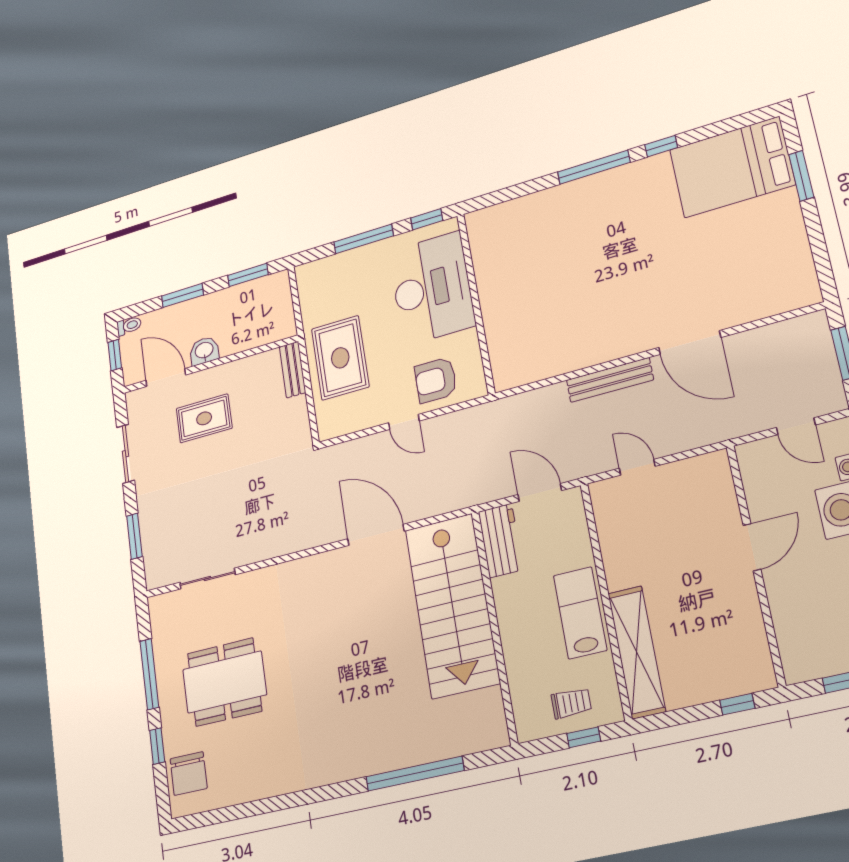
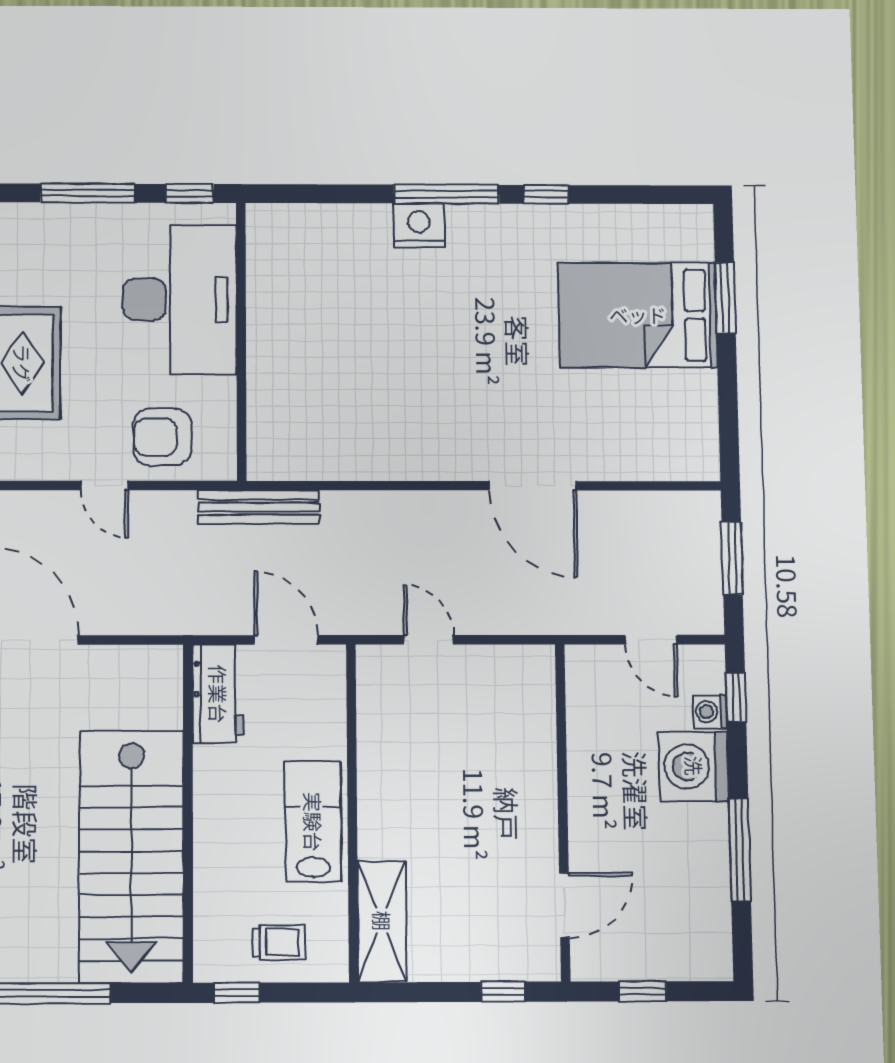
bed: (732, 167) -> (638, 315), moved
nightstand: (579, 193) -> (419, 225), added
bench: (610, 380) -> (259, 507), moved
door: (752, 547) -> (564, 905), moved
stairs: (452, 606) -> (131, 856), moved
shelving: (637, 652) -> (382, 921), width x0.68
window: (584, 737) -> (237, 993), moved

